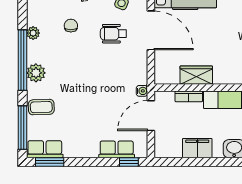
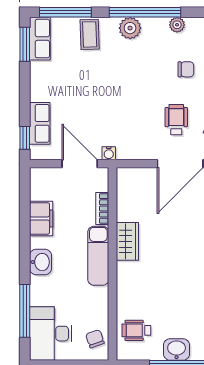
wardrobe: (196, 75) -> (127, 241), moved

